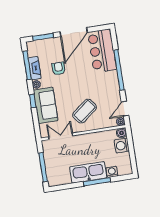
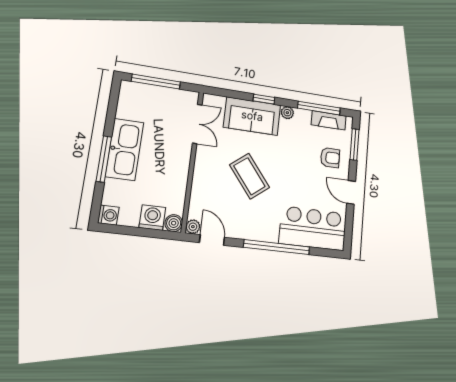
door: (74, 32) -> (351, 192), width x0.53
fireplace: (35, 68) -> (329, 120), moved
armchair: (59, 68) -> (330, 158), moved
coffee table: (85, 111) -> (249, 176), moved
washing machine: (112, 172) -> (108, 215), moved

